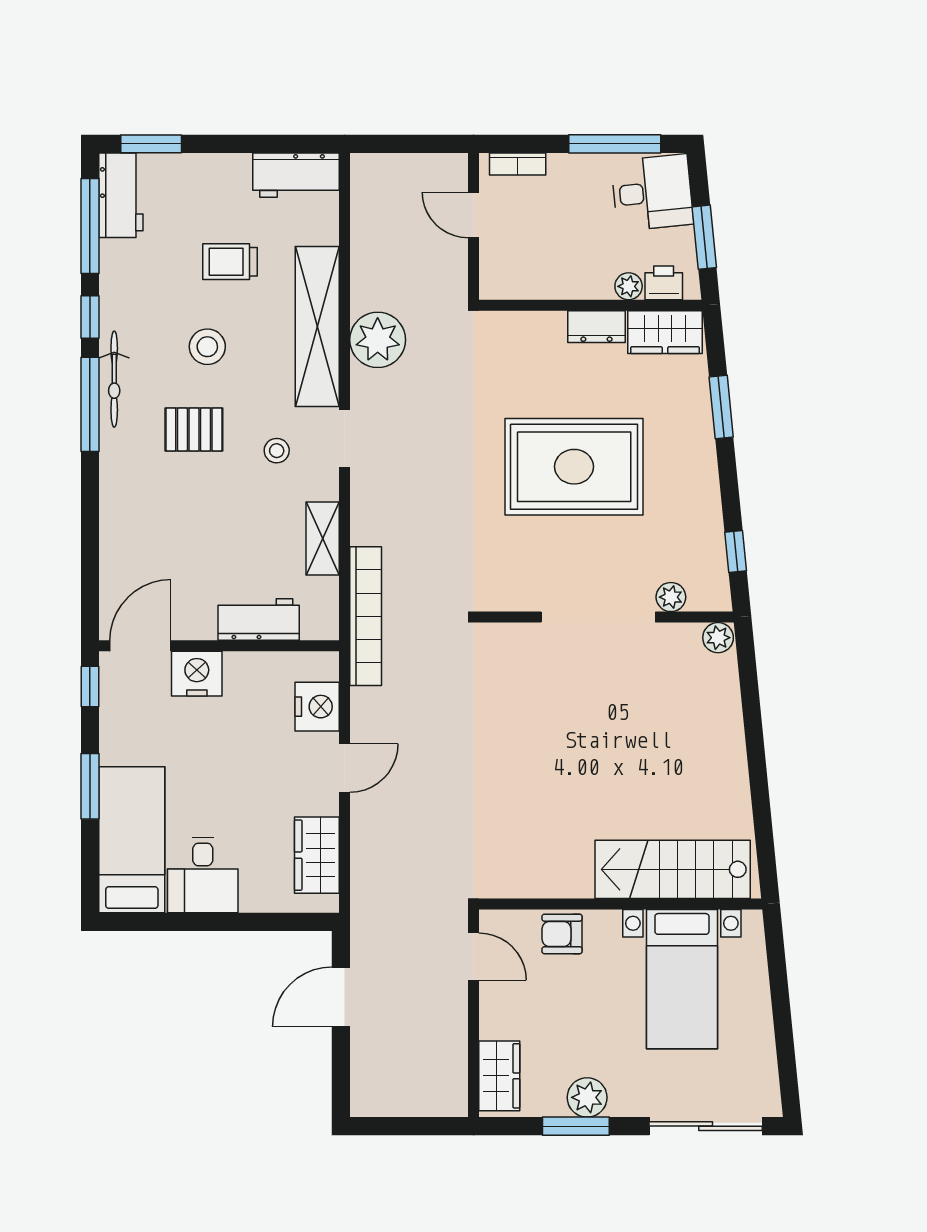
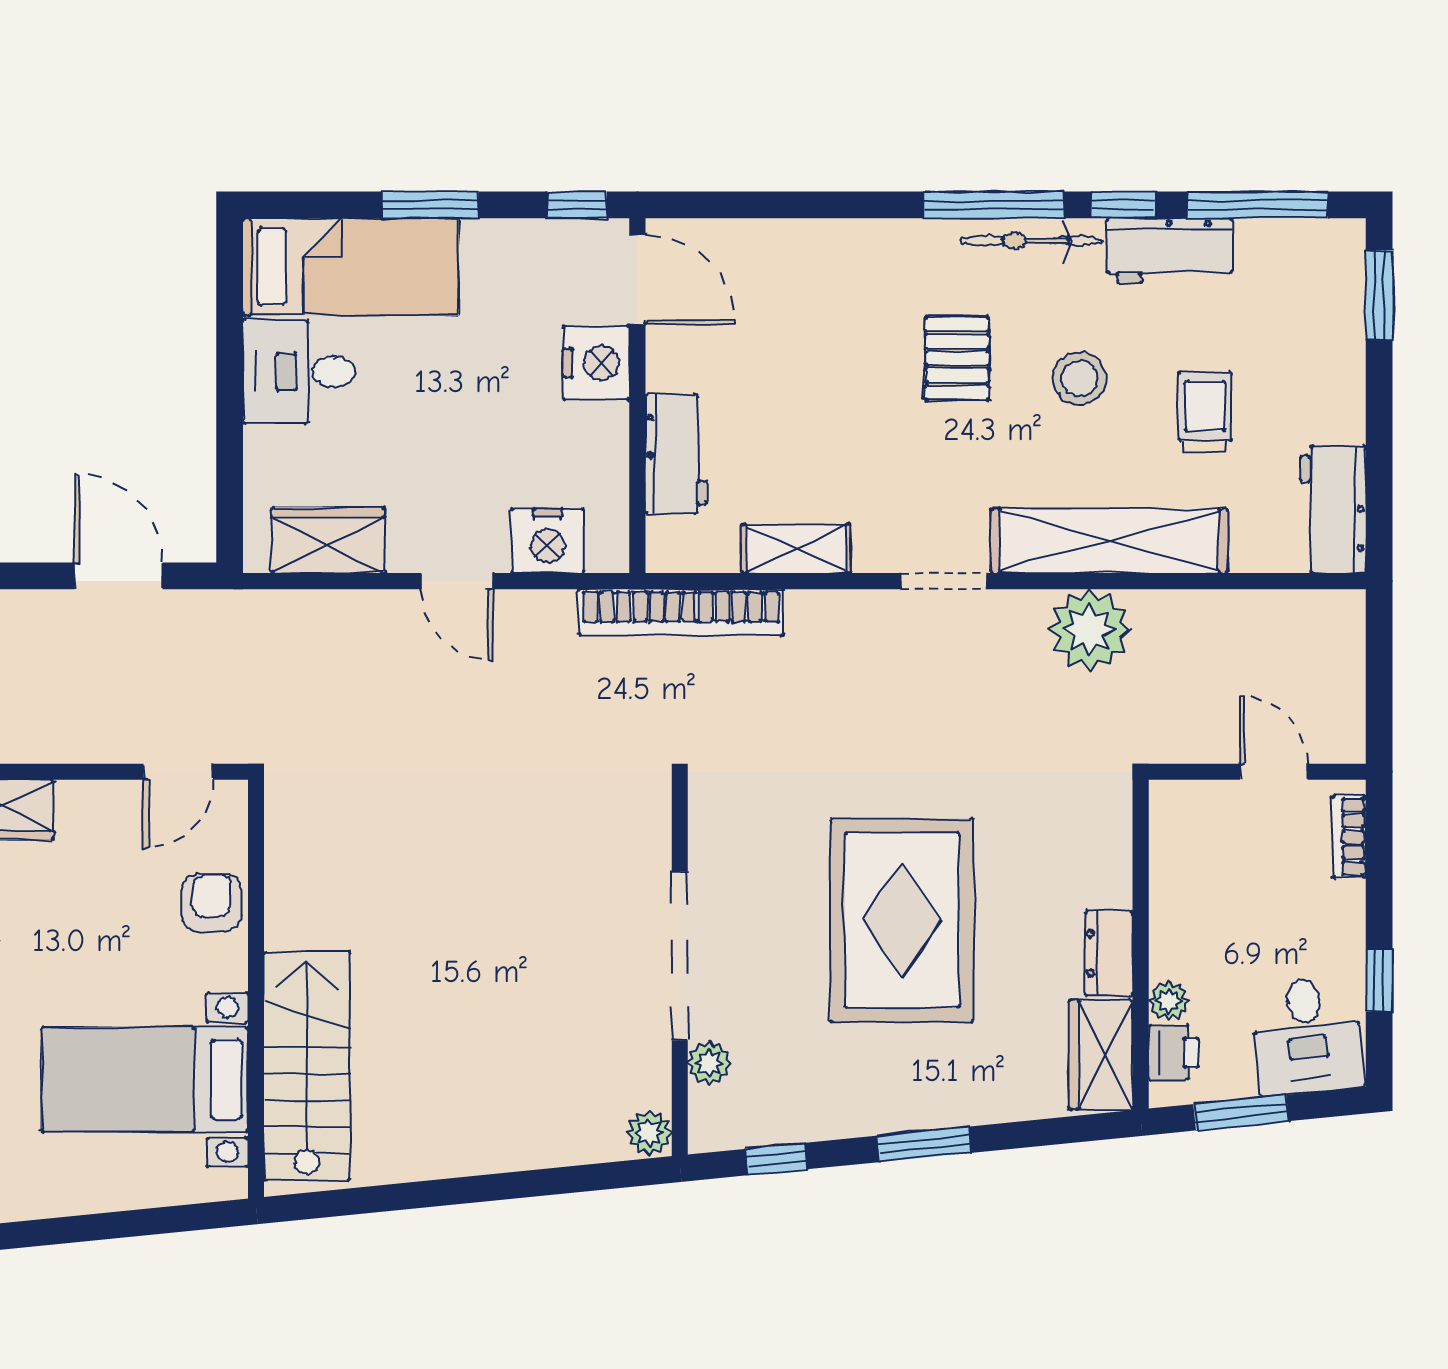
window: (615, 144) -> (1379, 980), width x0.46
workbench: (121, 195) -> (1170, 251), moved
door: (474, 215) -> (1274, 772), hinge flipped
window: (721, 407) -> (924, 1144), moved
stool: (277, 451) -> (926, 481), removed

